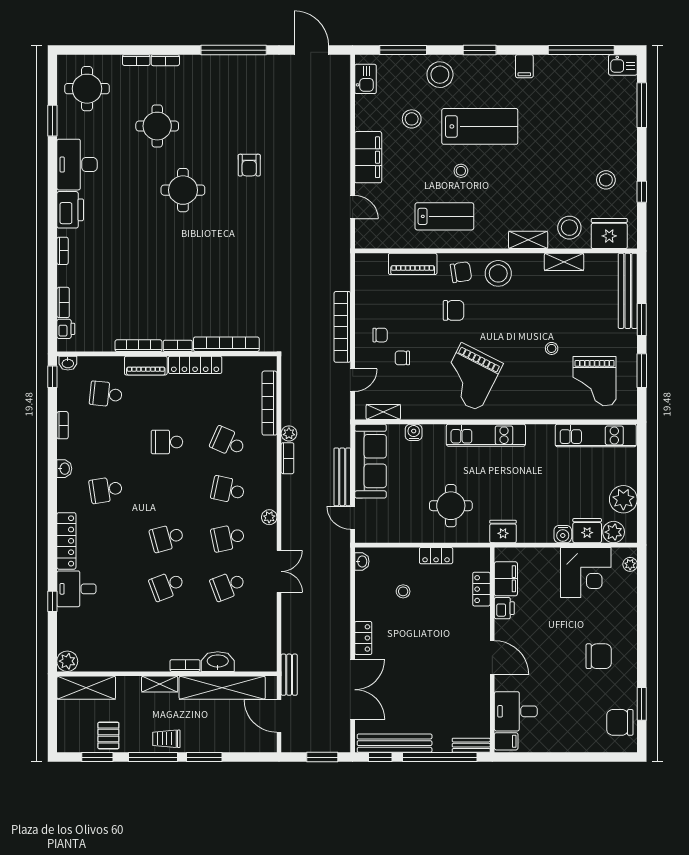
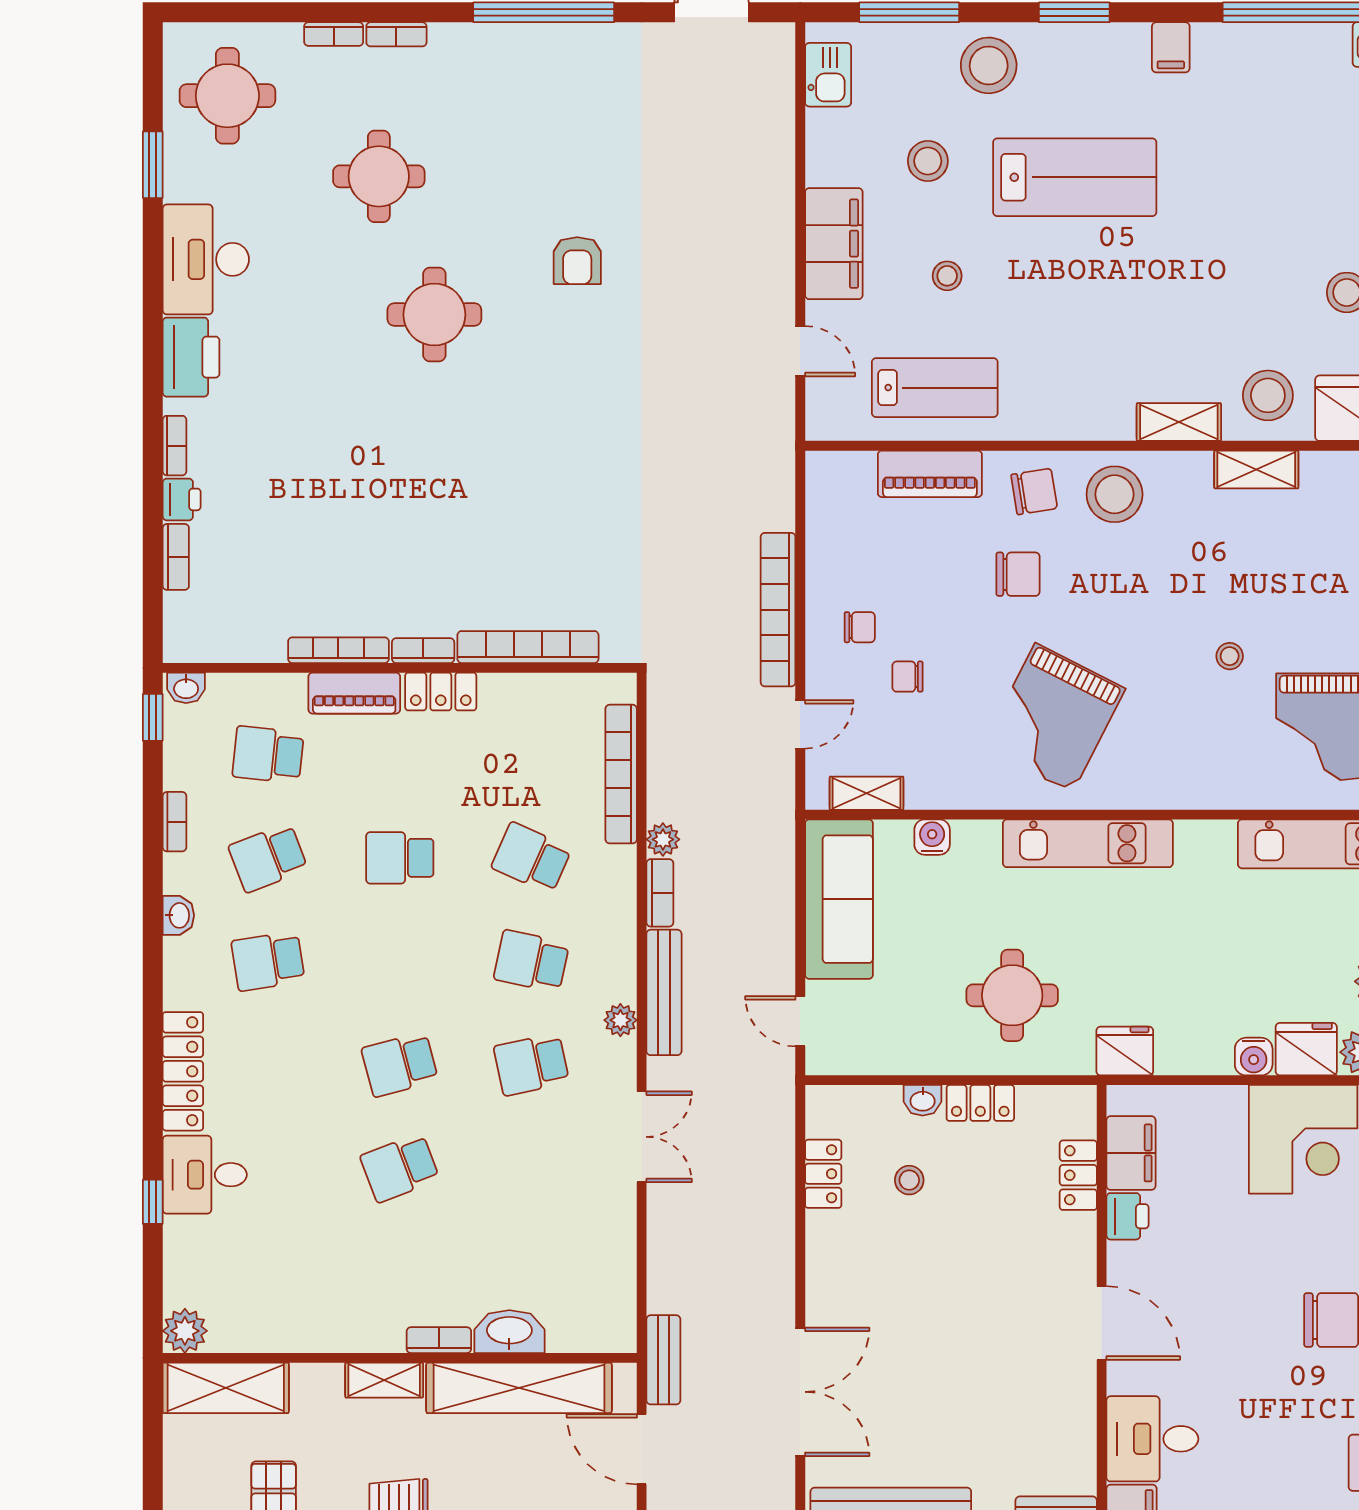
stool: (461, 171) -> (947, 276), moved
lab bench: (444, 216) -> (935, 388), moved
printer: (66, 329) -> (182, 499), moved
locker: (195, 365) -> (441, 692), width x0.66
bench: (342, 477) -> (664, 992), moved
washbasin: (362, 561) -> (923, 1100), moved, turned 90
school desk: (228, 586) -> (268, 858), moved
locker: (363, 638) -> (823, 1174), moved

